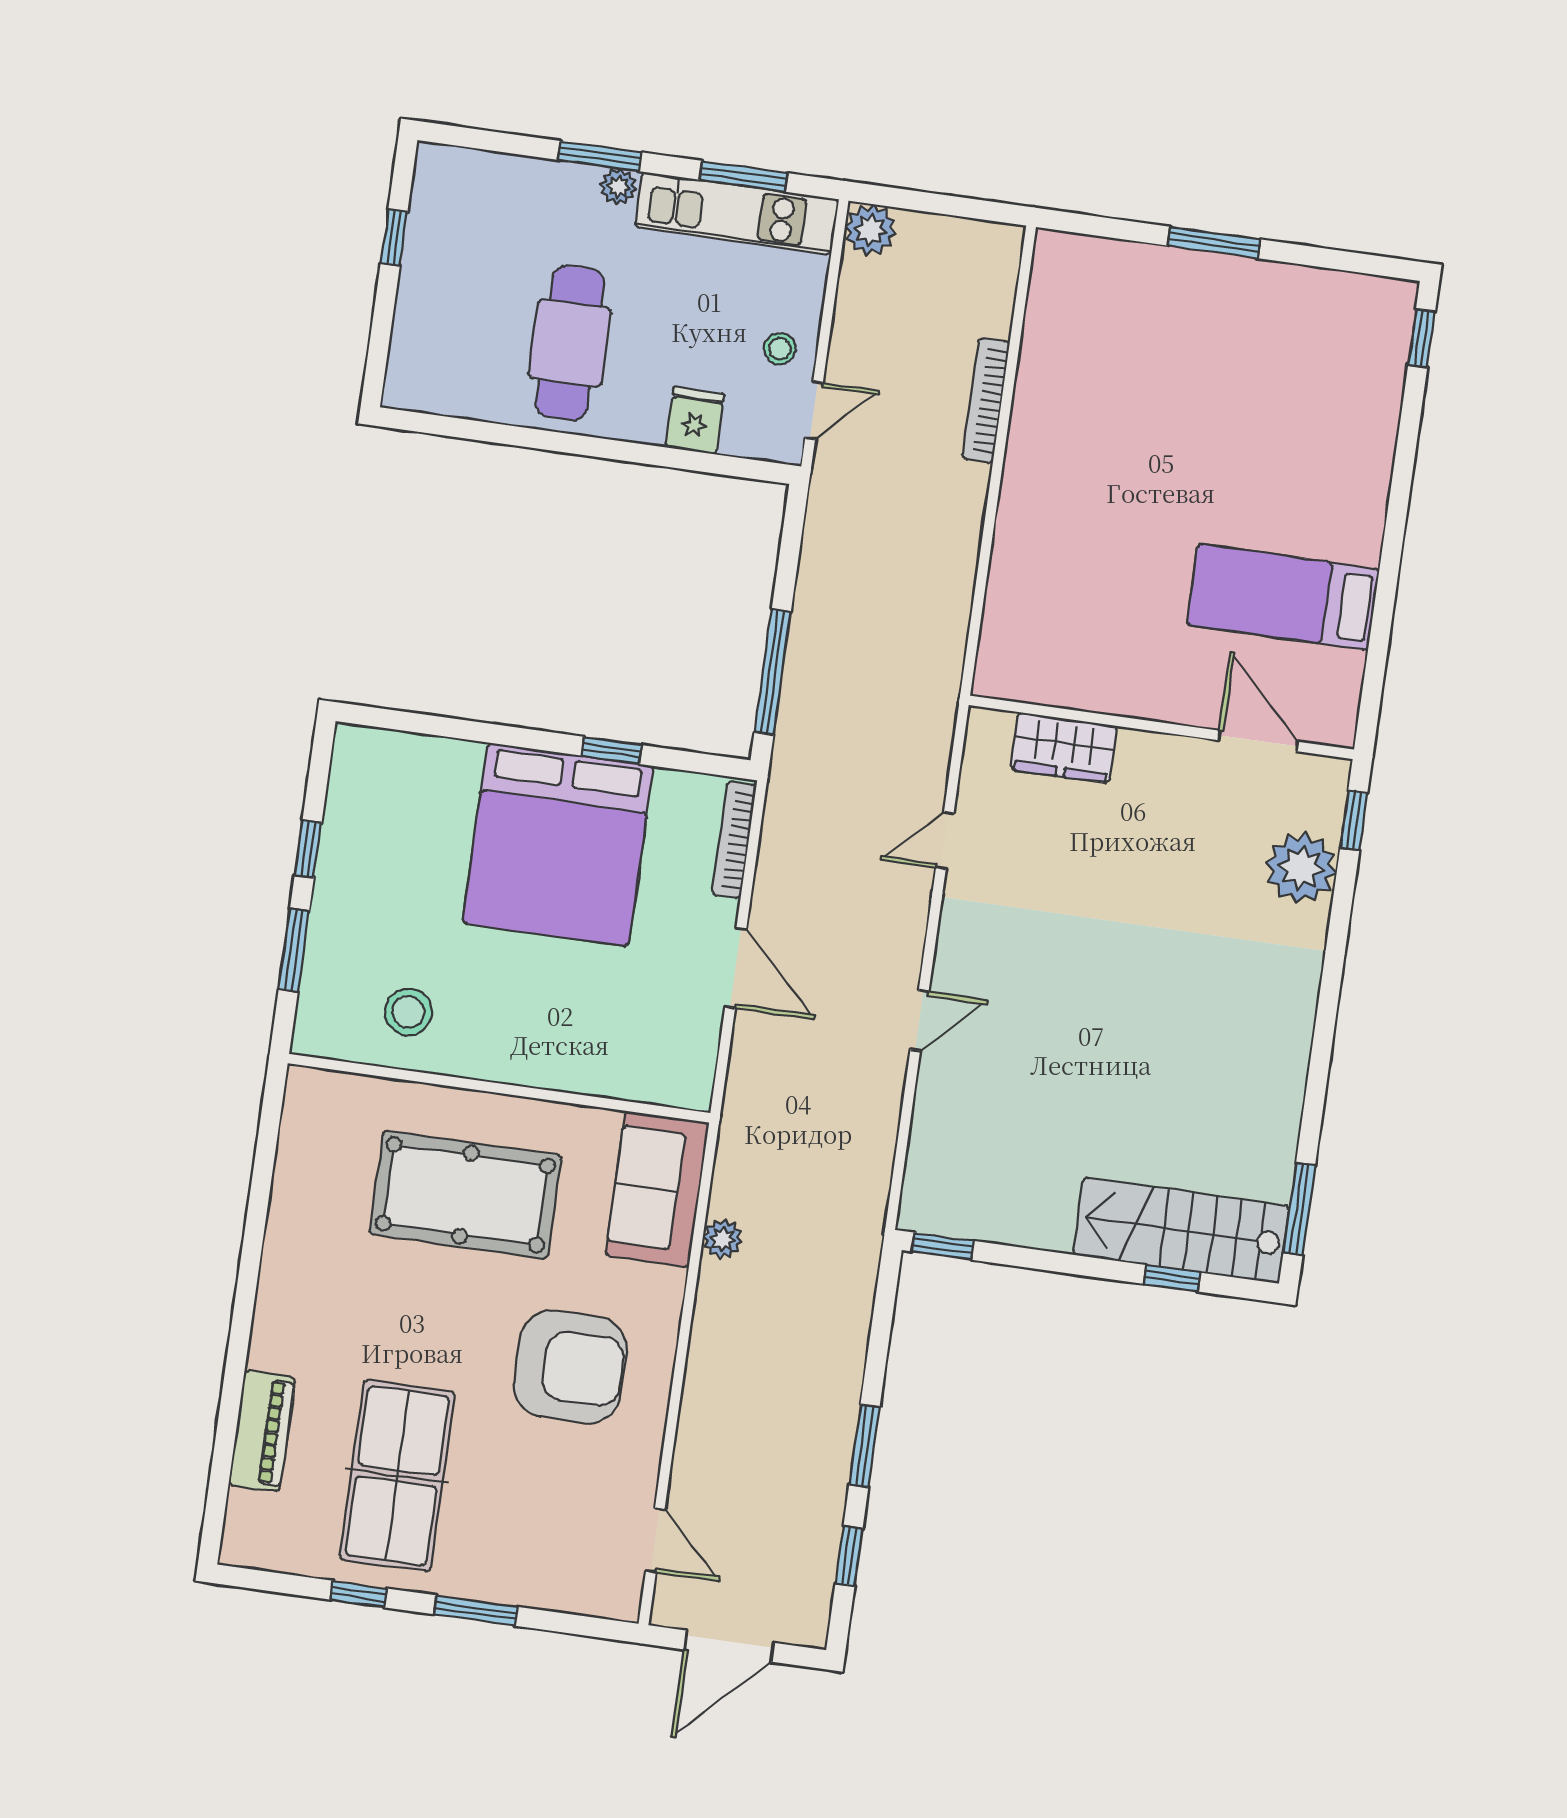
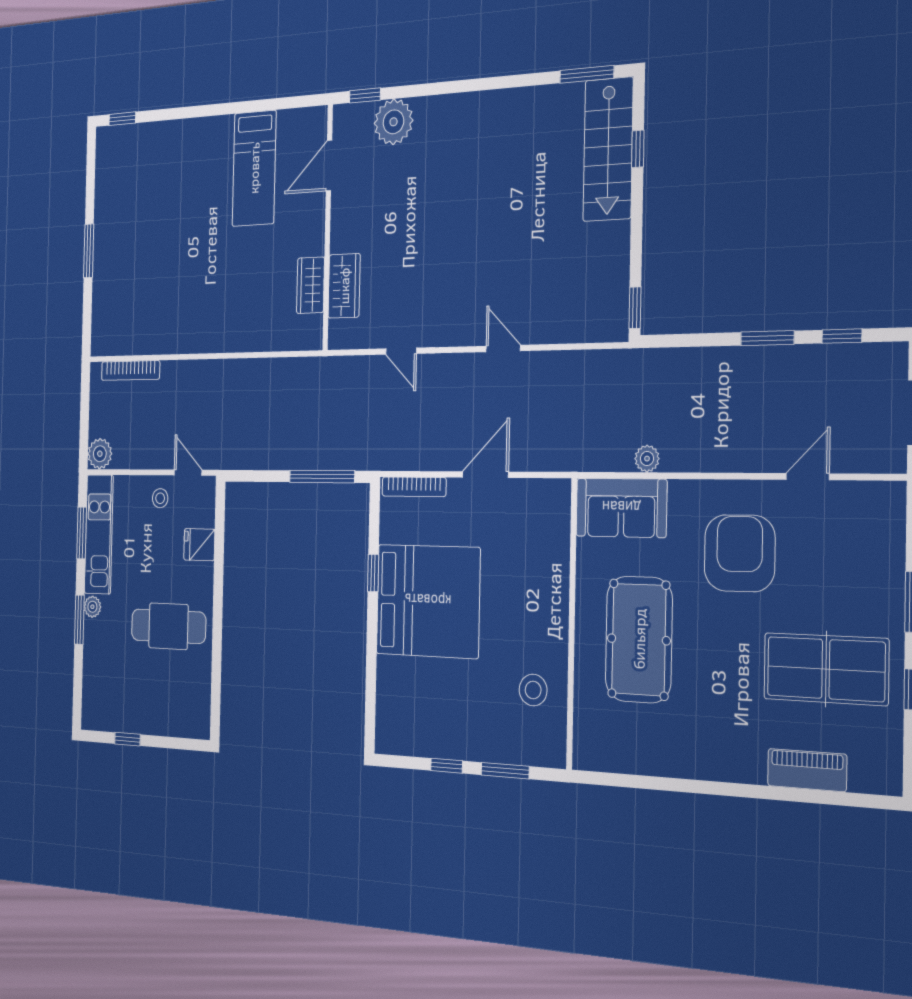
bookcase: (986, 400) -> (131, 371), moved
wardrobe: (1076, 685) -> (311, 285), added
door: (655, 1540) -> (808, 477), moved

